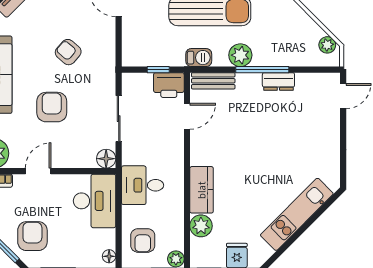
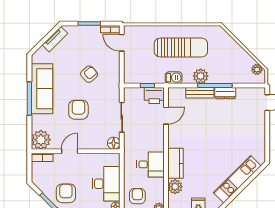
armchair: (68, 52) -> (89, 74), turned 98
bench: (213, 81) -> (200, 93), moved
desk: (143, 185) -> (150, 164), moved, turned 180
desk: (95, 201) -> (106, 184), moved
armchair: (143, 240) -> (137, 196), turned 180

